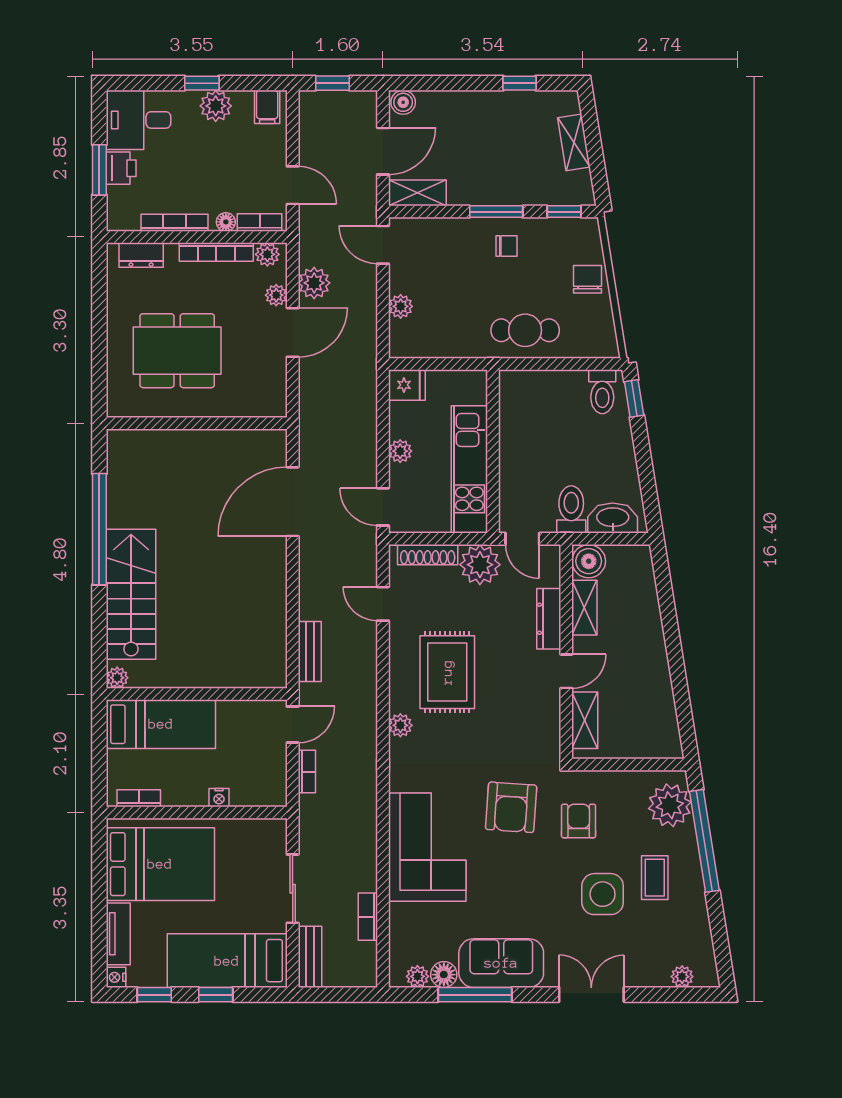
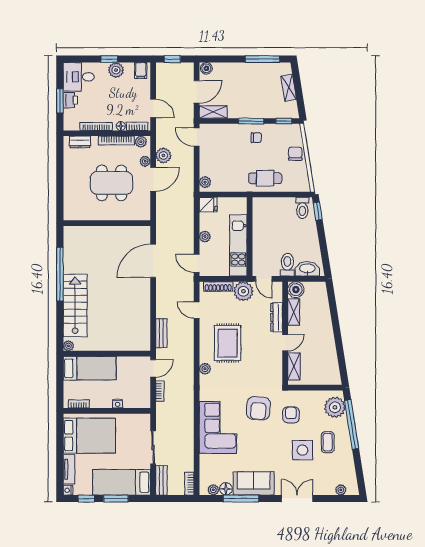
window: (519, 83) -> (262, 59), width x2.17
plant: (401, 306) -> (205, 182), moved
dining table: (177, 351) -> (111, 183), moved
bookcase: (368, 917) -> (189, 484), moved
window: (216, 995) -> (116, 499), width x1.50

